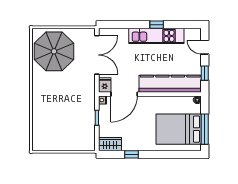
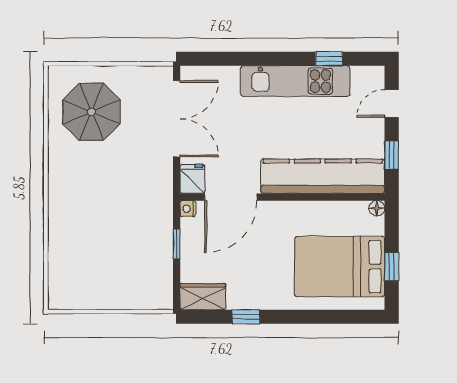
window: (157, 25) -> (329, 59), moved
door: (205, 47) -> (392, 103), hinge flipped
parasol: (54, 51) -> (91, 112), width x0.73, depth x0.73
window: (205, 129) -> (392, 267), width x0.46

